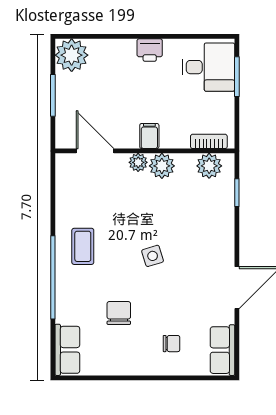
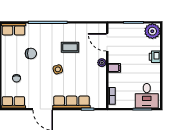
printer: (150, 50) -> (155, 57), moved
door: (95, 151) -> (107, 42), swing flipped
plant: (162, 166) -> (100, 74), removed
plant: (209, 166) -> (100, 96), removed
row of seats: (222, 227) -> (72, 102), added
coffee table: (83, 246) -> (70, 47), moved

